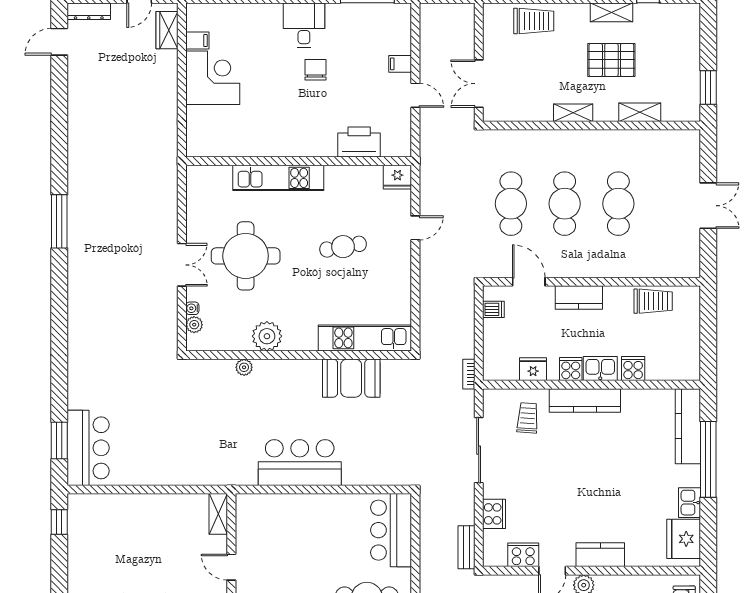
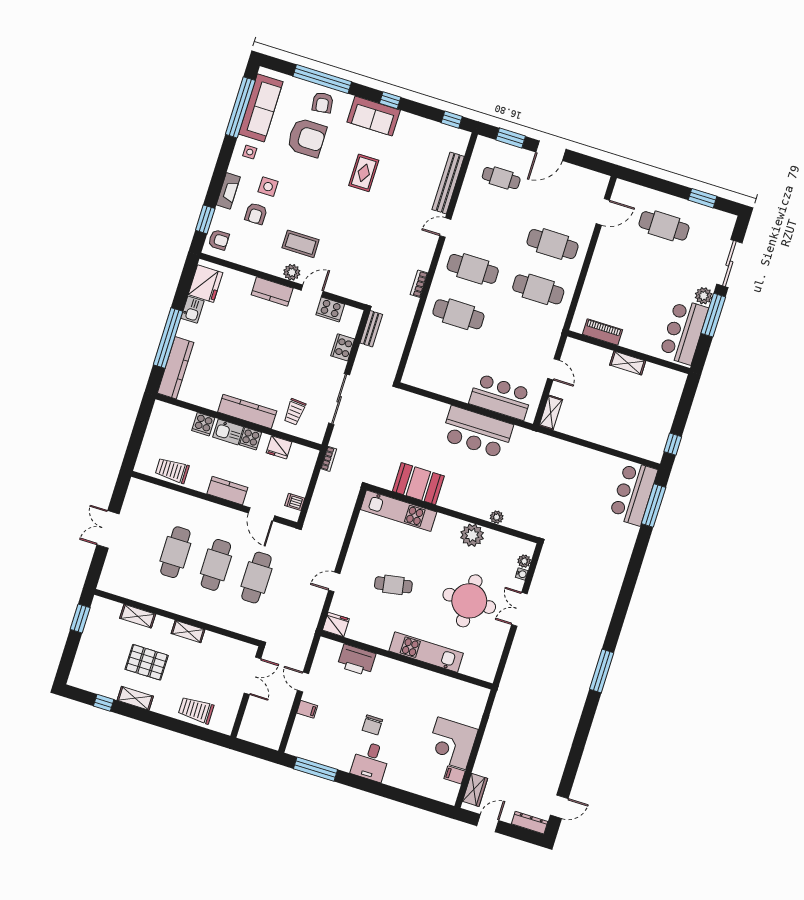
window: (59, 441) -> (654, 506), width x1.44
bar counter: (391, 530) -> (501, 397), moved, turned -90

